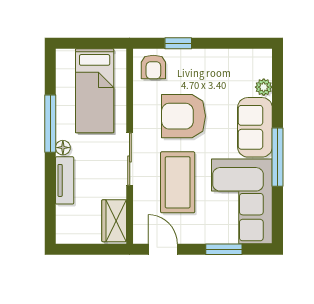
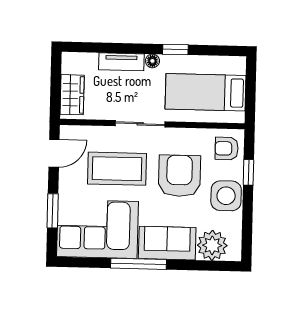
side table: (203, 66) -> (226, 196), added
plant: (264, 87) -> (212, 245), width x1.87, depth x1.87
window: (50, 124) -> (175, 49), width x0.46
wardrobe: (114, 221) -> (72, 95), moved, turned 90

